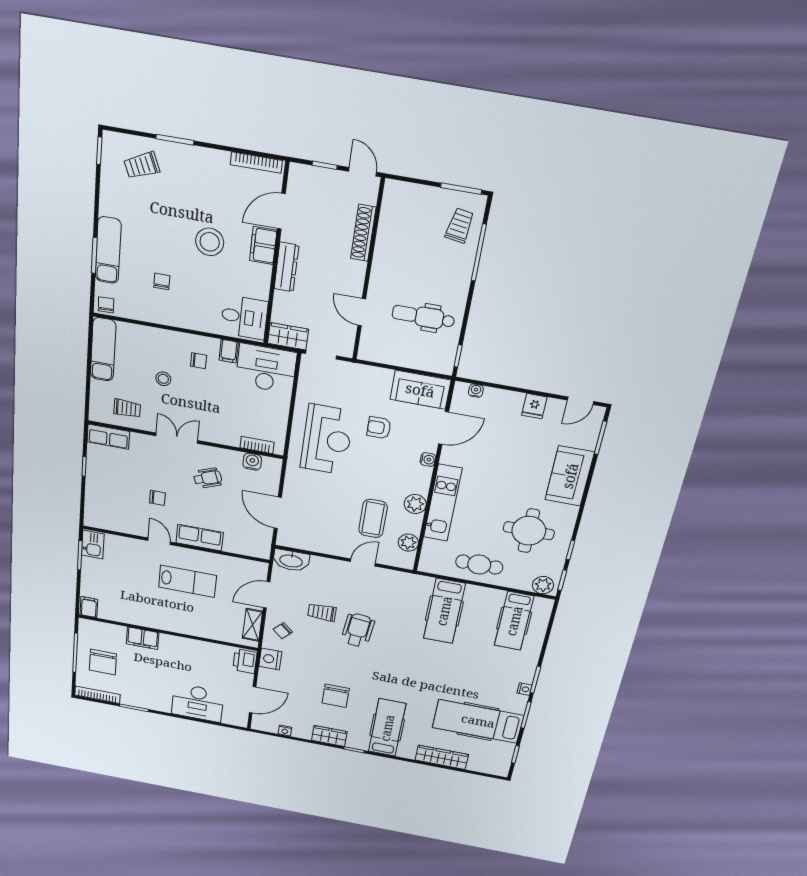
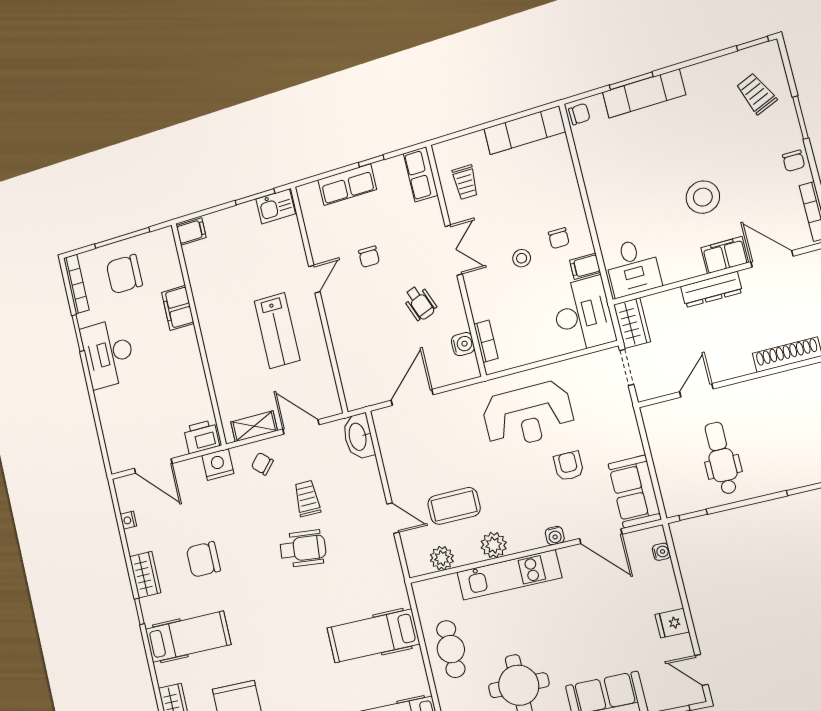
chair: (162, 281) -> (794, 161), moved, turned 90
stool: (163, 379) -> (522, 258), moved
row of seats: (200, 538) -> (347, 185), moved, turned 90
desk: (198, 703) -> (108, 354), moved

